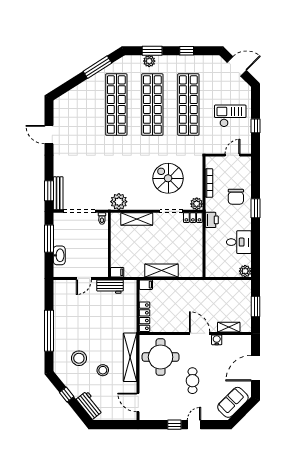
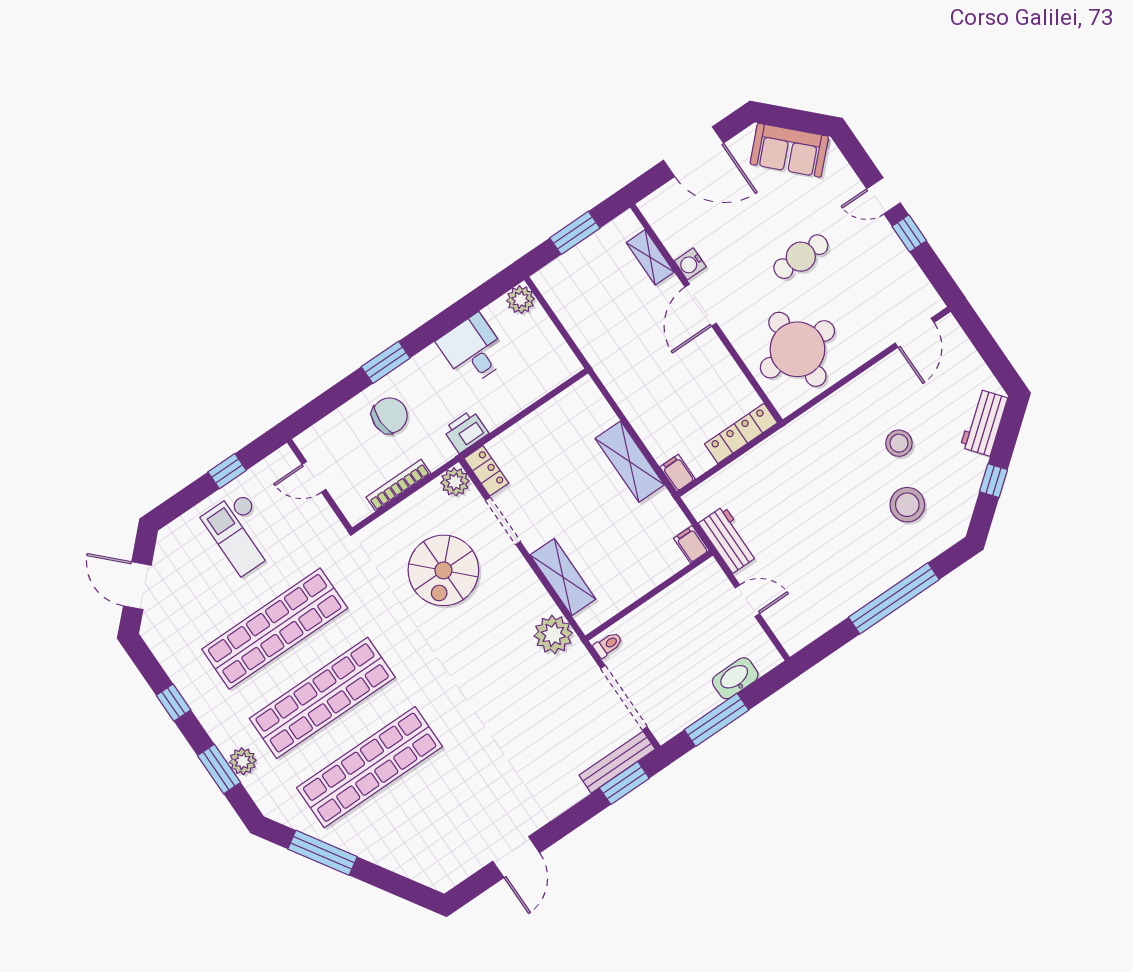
shelving: (130, 357) -> (838, 408), removed

